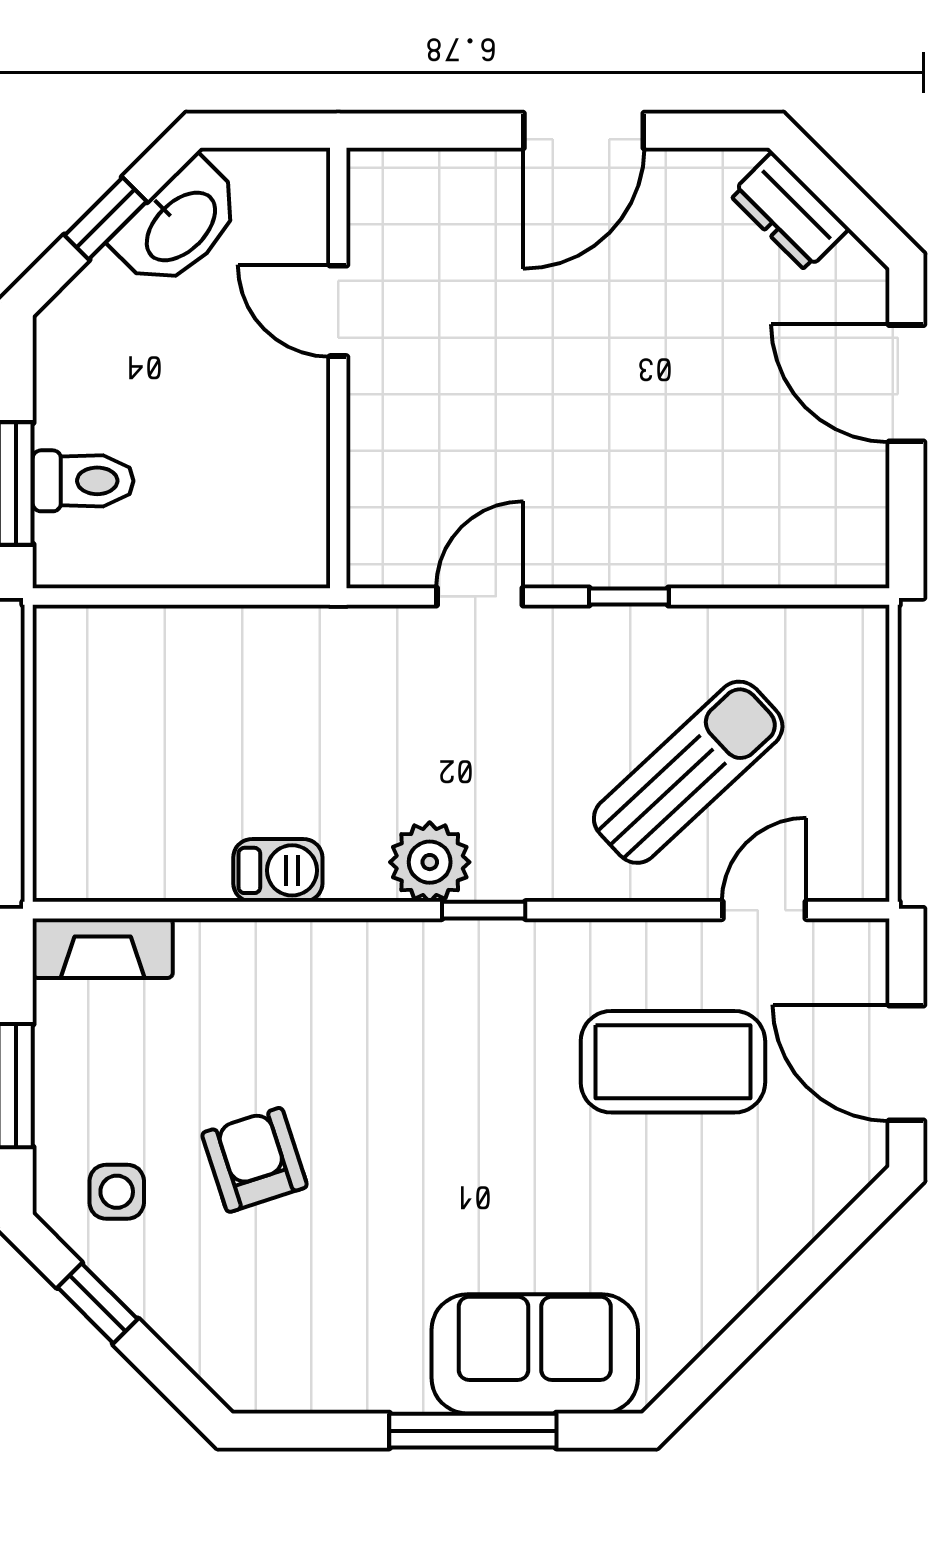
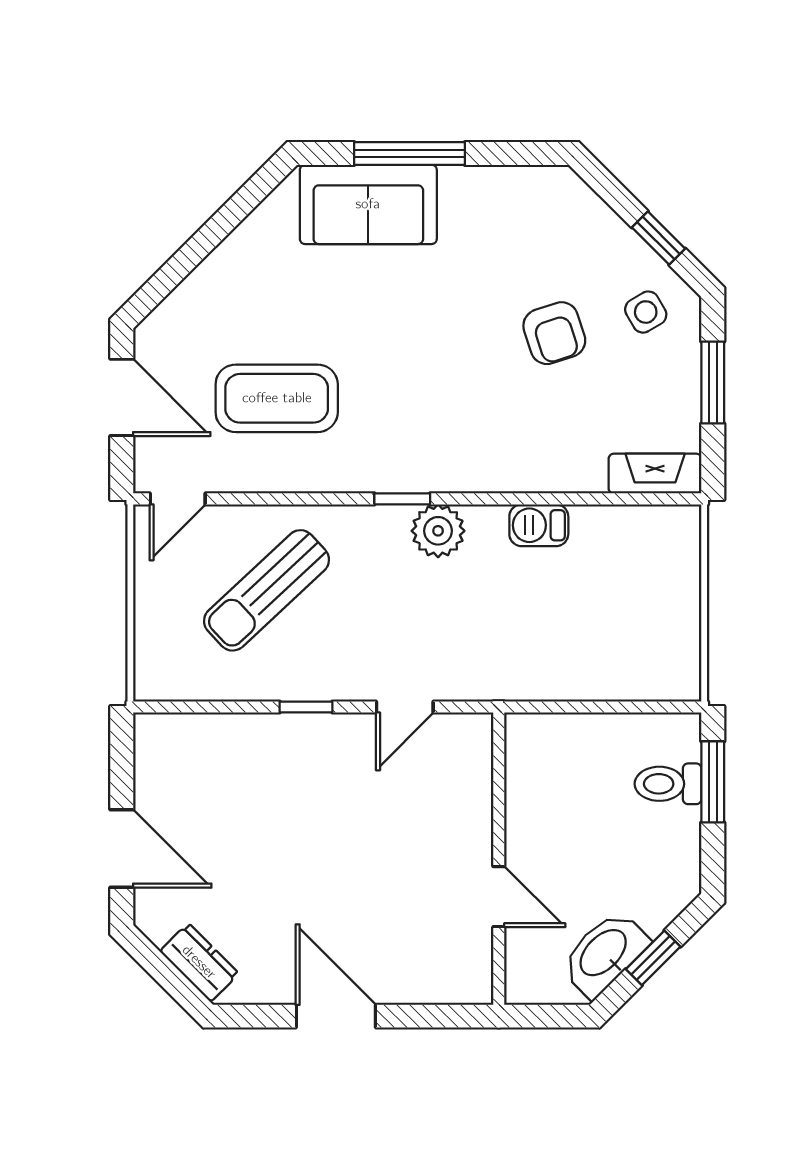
door: (584, 131) -> (336, 1016), hinge flipped
door: (764, 910) -> (178, 499), moved
side table: (117, 1192) -> (646, 312), turned -30

